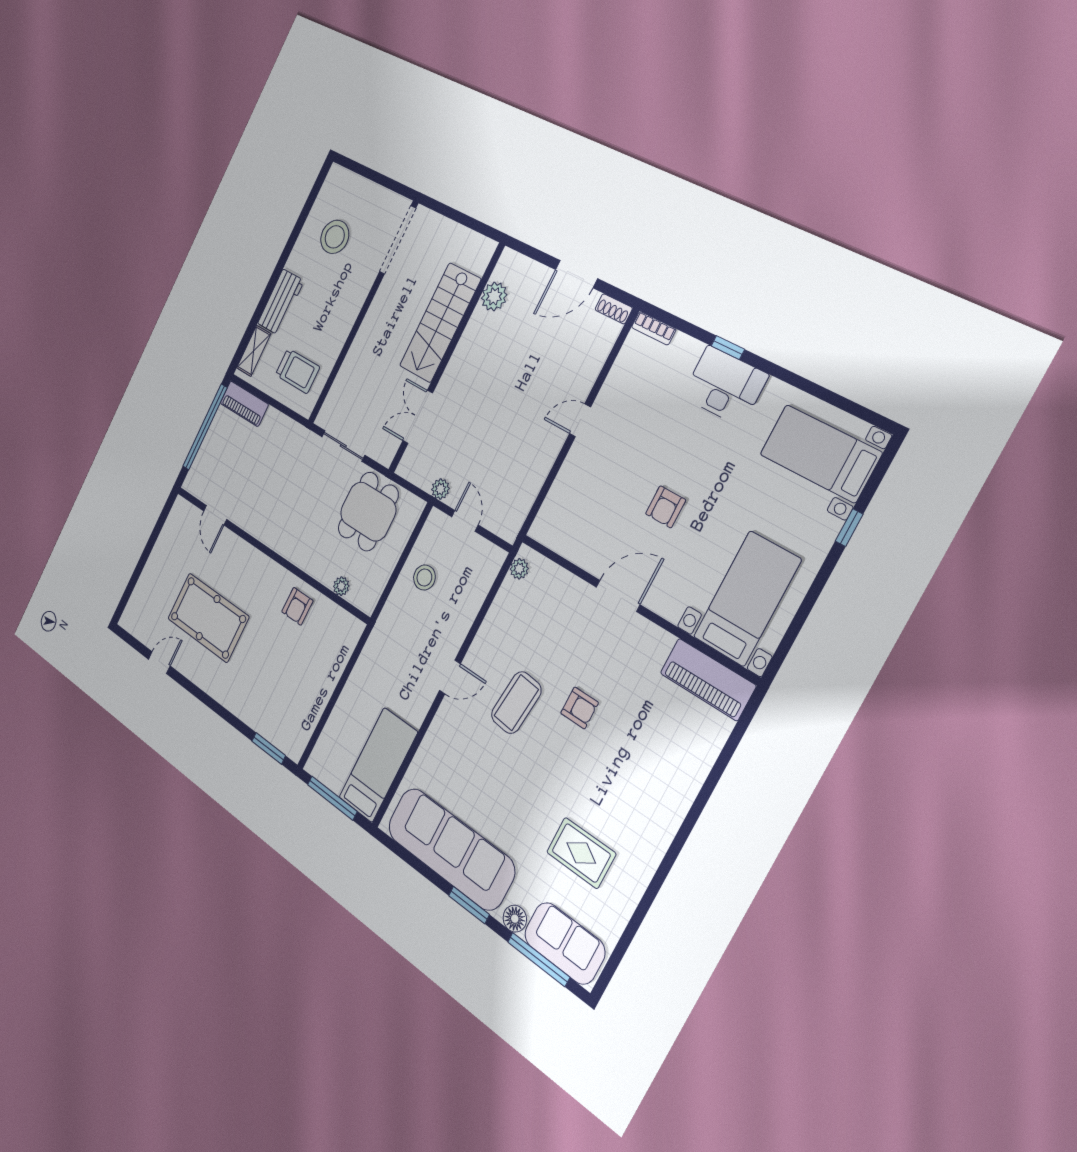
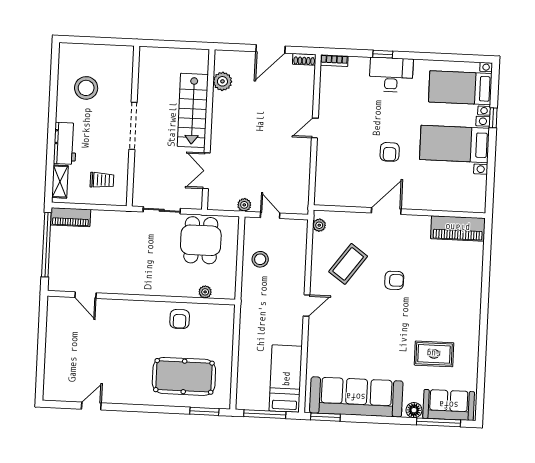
doorway: (398, 240) -> (133, 126), moved
trolley: (297, 371) -> (102, 180), width x0.73, depth x0.72
bed with nightstands: (747, 599) -> (454, 144), moved, turned -90
pool table: (208, 618) -> (184, 376), moved
coffee table: (516, 703) -> (348, 264), moved, turned 30
window: (469, 905) -> (325, 417), moved

